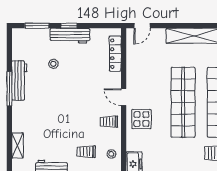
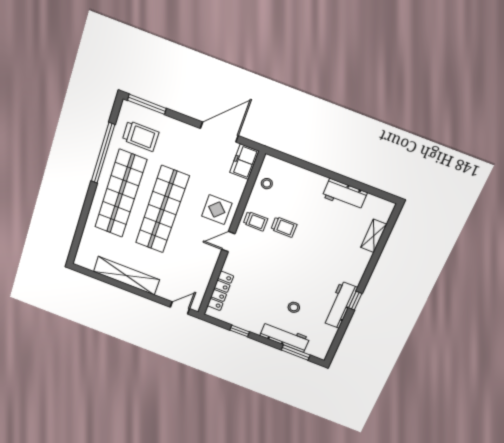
window: (69, 26) -> (240, 331), moved
workbench: (70, 36) -> (285, 337), moved
window: (9, 89) -> (355, 301), width x0.46
door: (124, 97) -> (228, 242), swing flipped
trolley: (86, 152) -> (284, 227), moved

